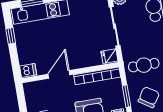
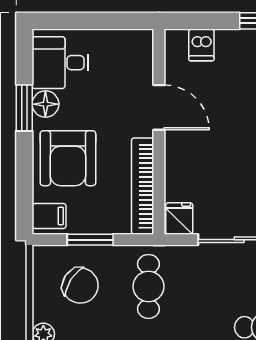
dishwasher: (28, 70) -> (201, 45), moved

